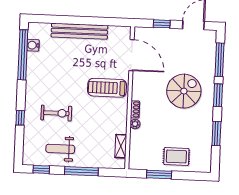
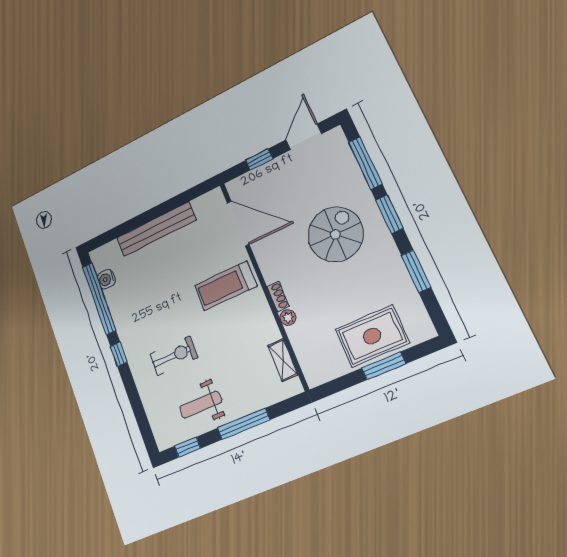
window: (20, 118) -> (119, 354), moved
rug: (176, 156) -> (372, 336), width x1.36, depth x1.43
window: (159, 174) -> (384, 366), moved

